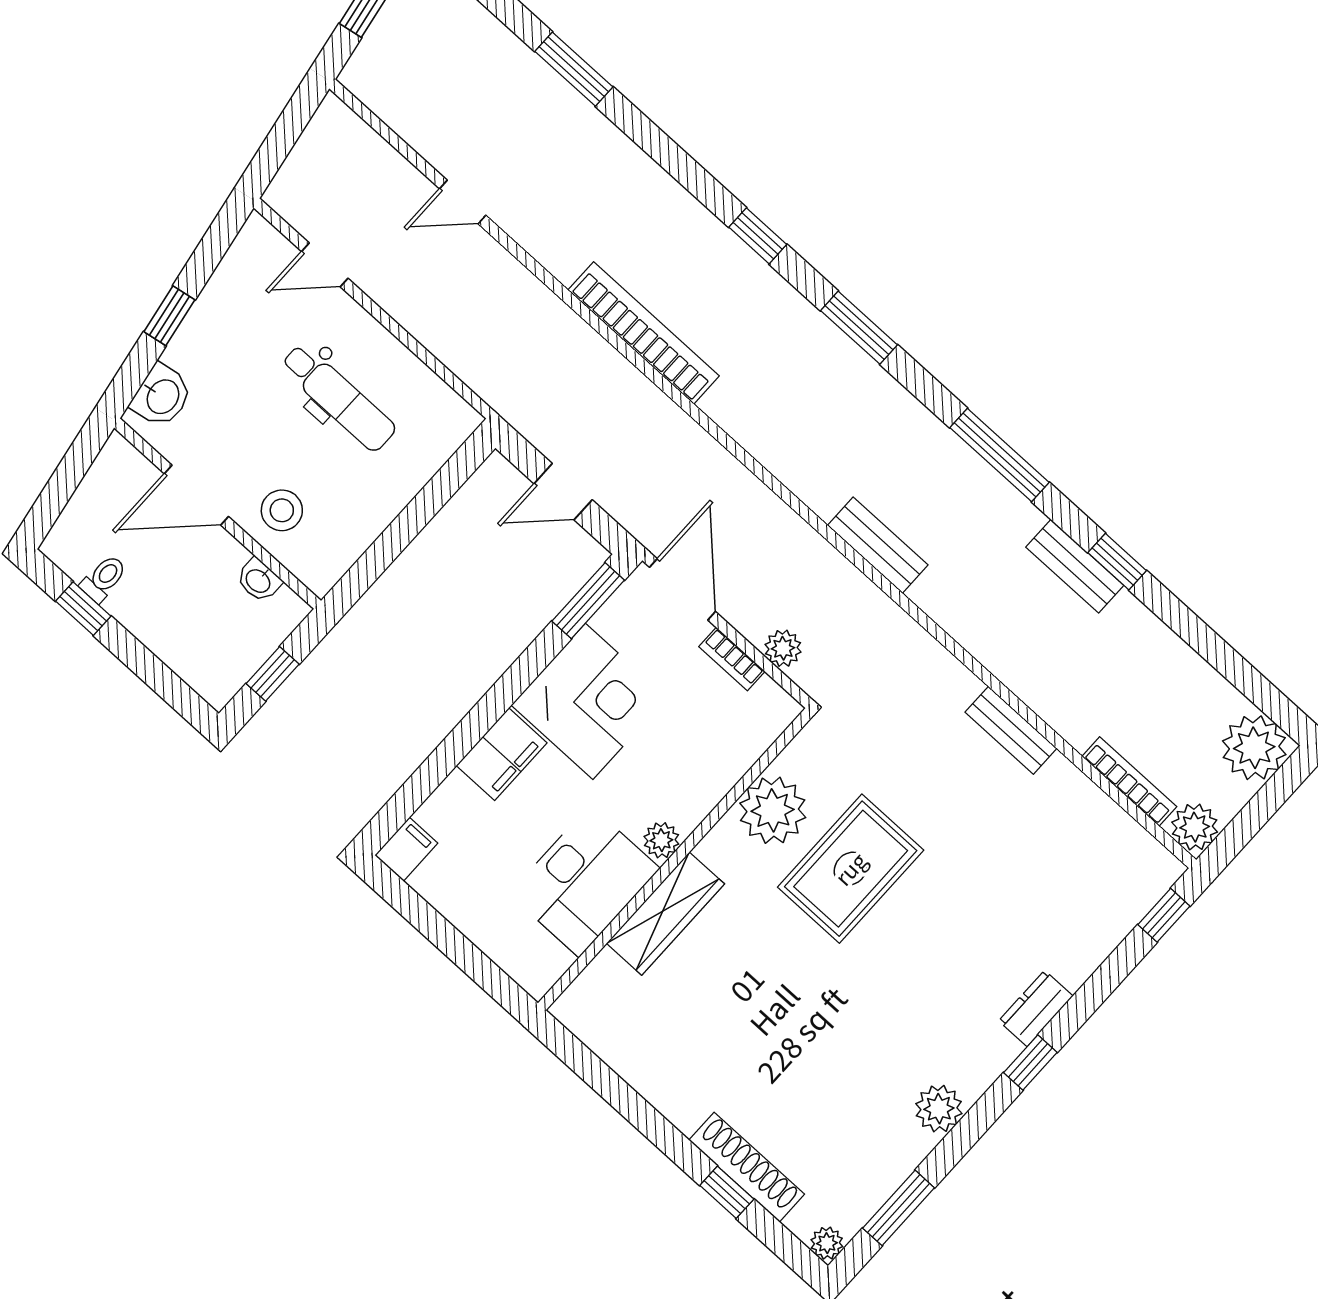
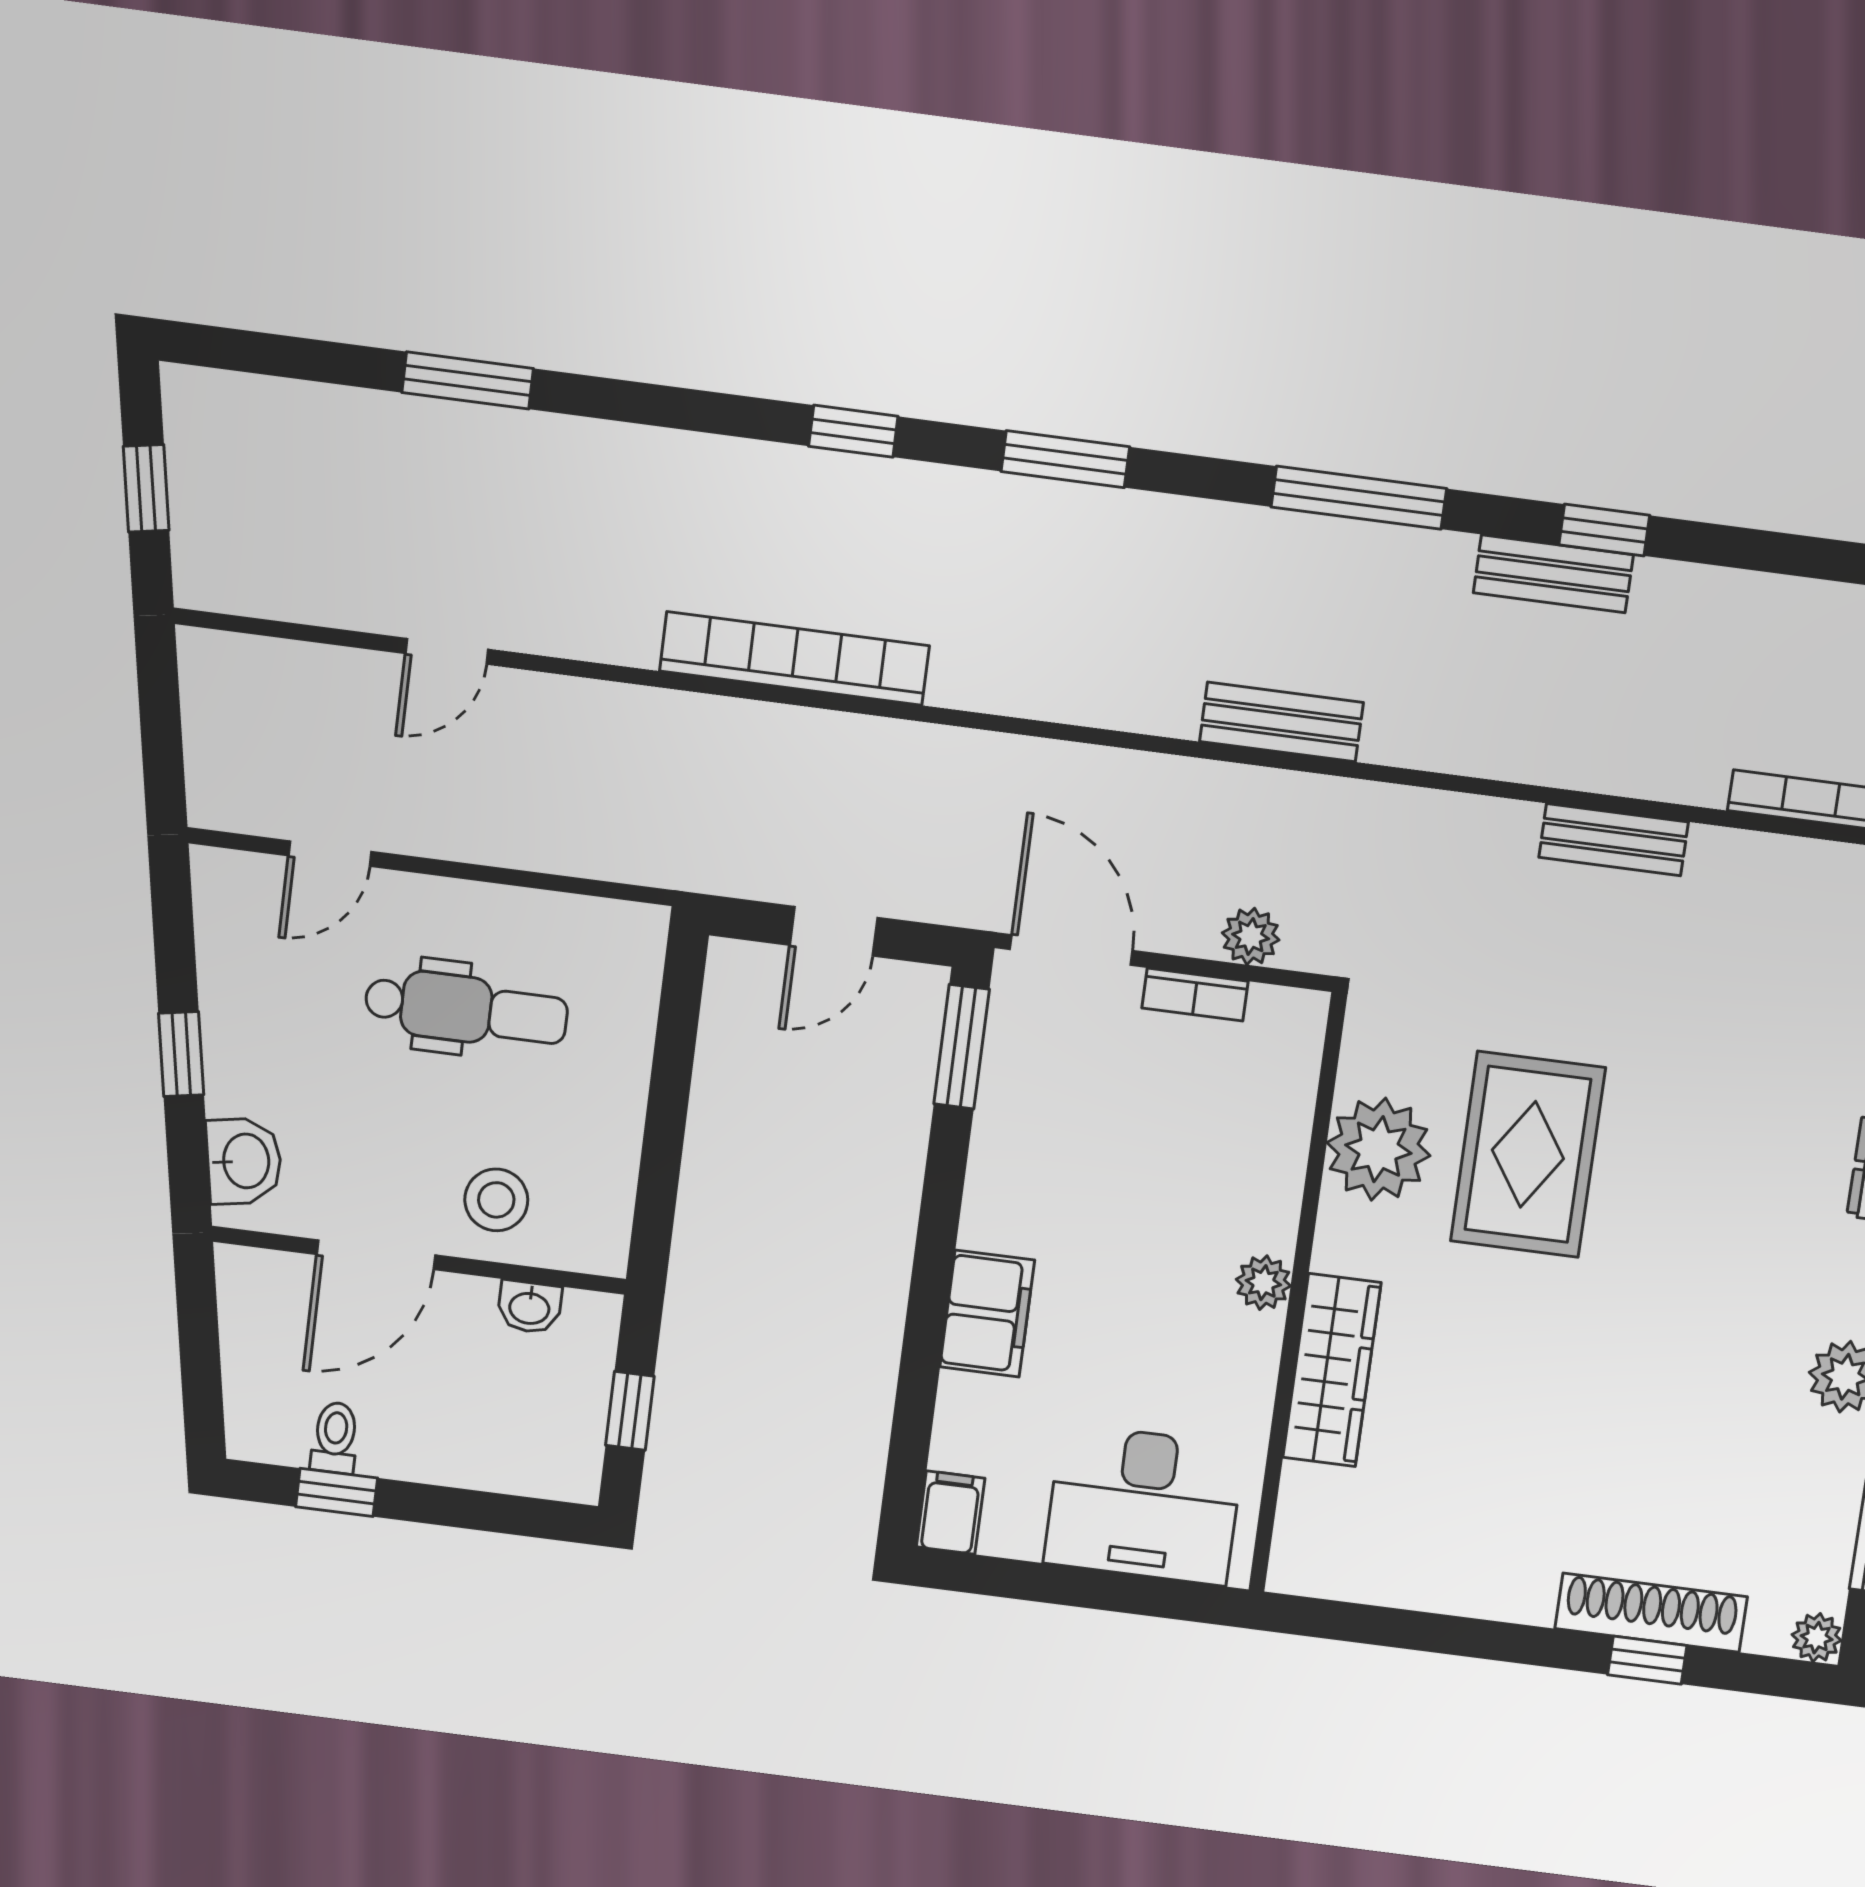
corner desk: (589, 701) -> (1051, 1172), removed
desk: (584, 881) -> (1144, 1504), moved, turned 90

